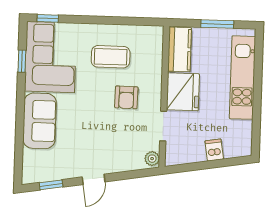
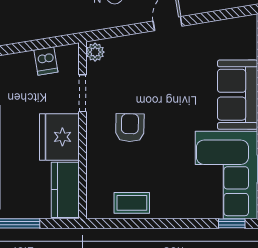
coffee table: (111, 57) -> (132, 203), moved, width x0.73, depth x0.77
dishwasher: (214, 150) -> (46, 61), moved
window: (51, 185) -> (220, 15), removed

